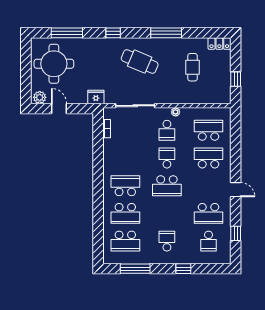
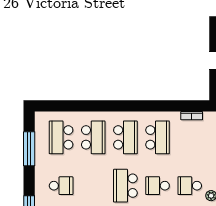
school desk: (125, 158) -> (158, 137), added
school desk: (167, 158) -> (158, 186), turned 180
school desk: (125, 213) -> (93, 137), turned 180

